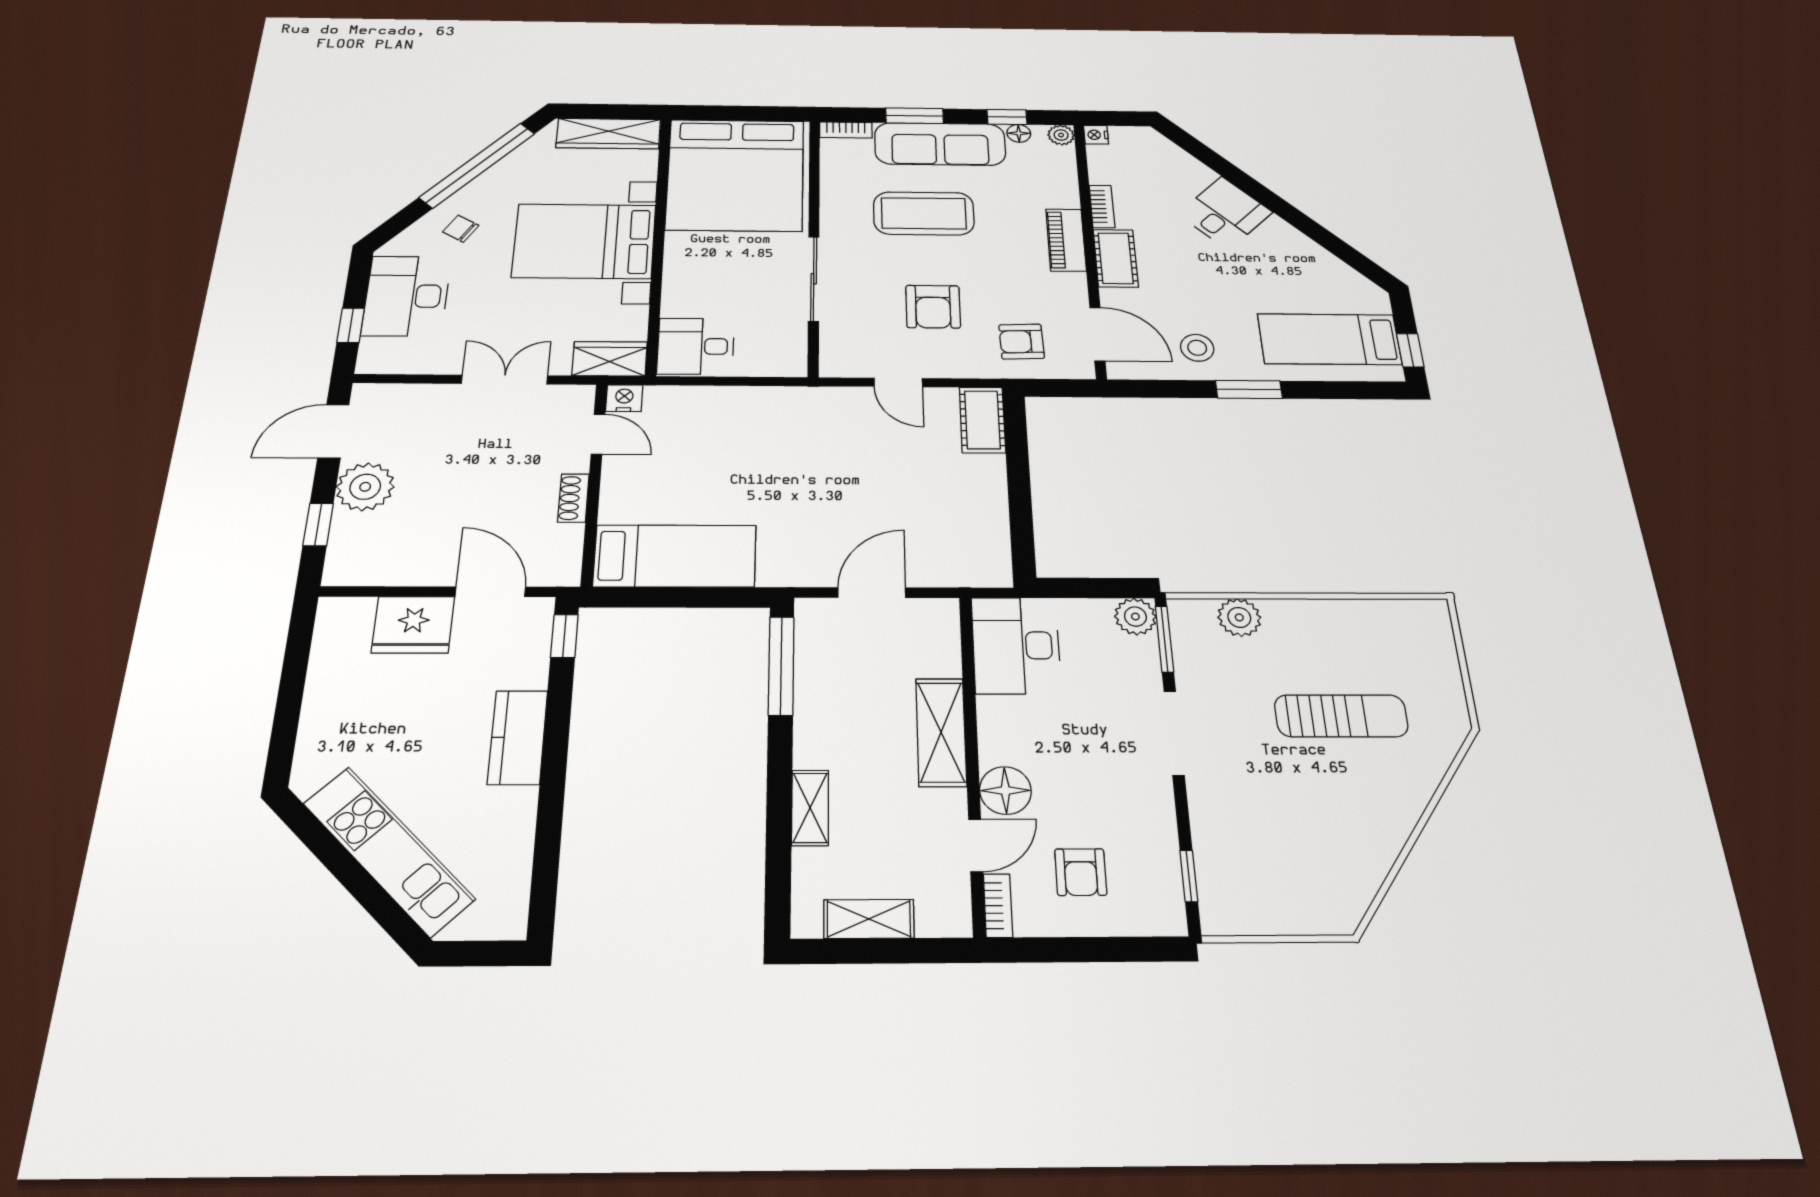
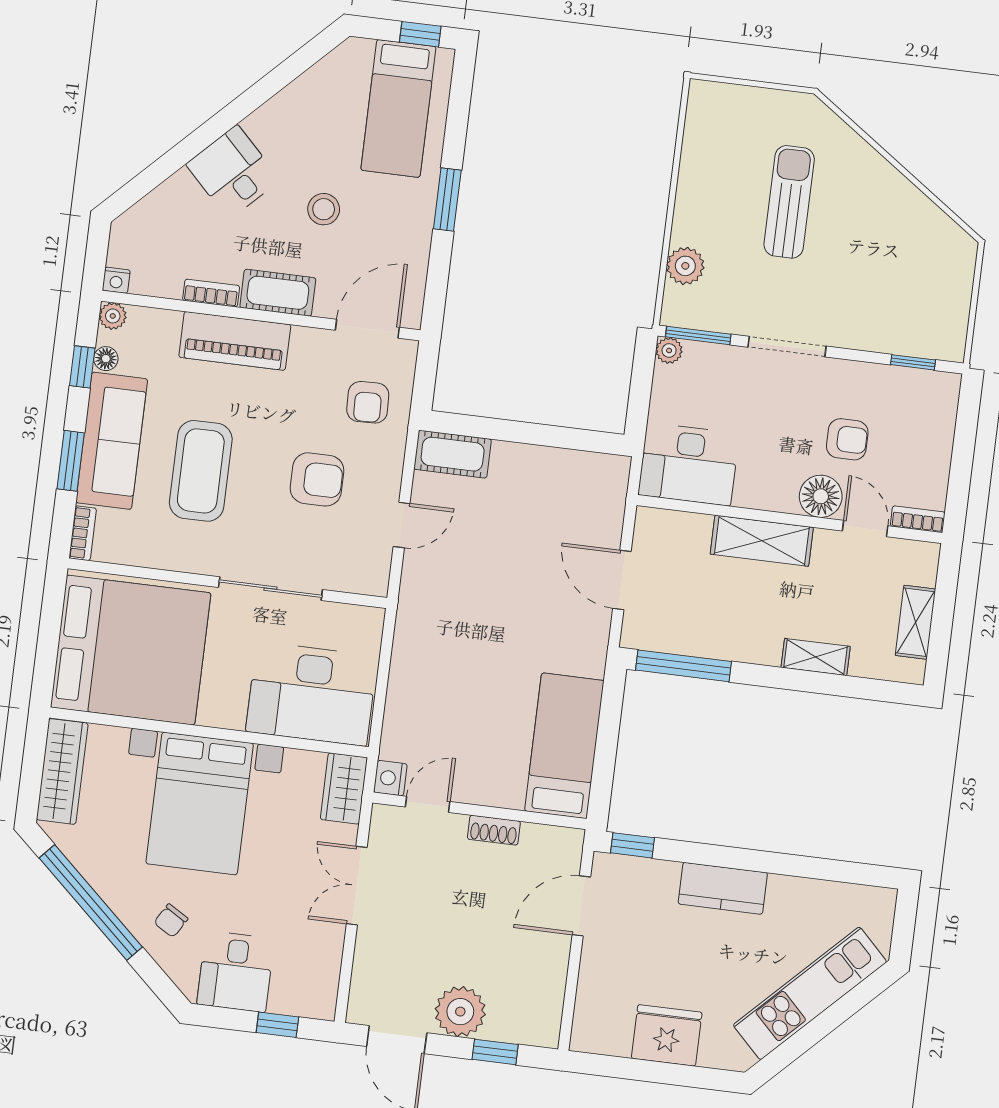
piano: (1066, 240) -> (235, 341), width x1.37, depth x1.33
desk: (407, 296) -> (235, 972), width x0.73
desk: (696, 346) -> (312, 694), width x1.87, depth x1.30
stool: (1197, 348) -> (324, 209), moved
plant: (1135, 617) -> (669, 350), width x0.73, depth x0.73
fridge: (413, 625) -> (667, 1035), moved, turned -90
armchair: (1081, 872) -> (847, 439), moved

